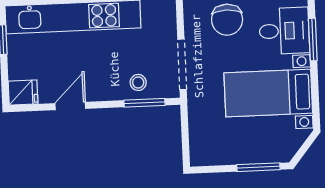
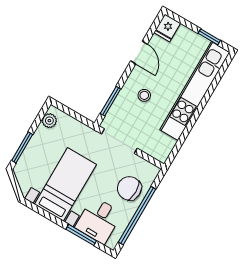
stool: (138, 82) -> (144, 95), moved
plant: (209, 156) -> (49, 121), added

